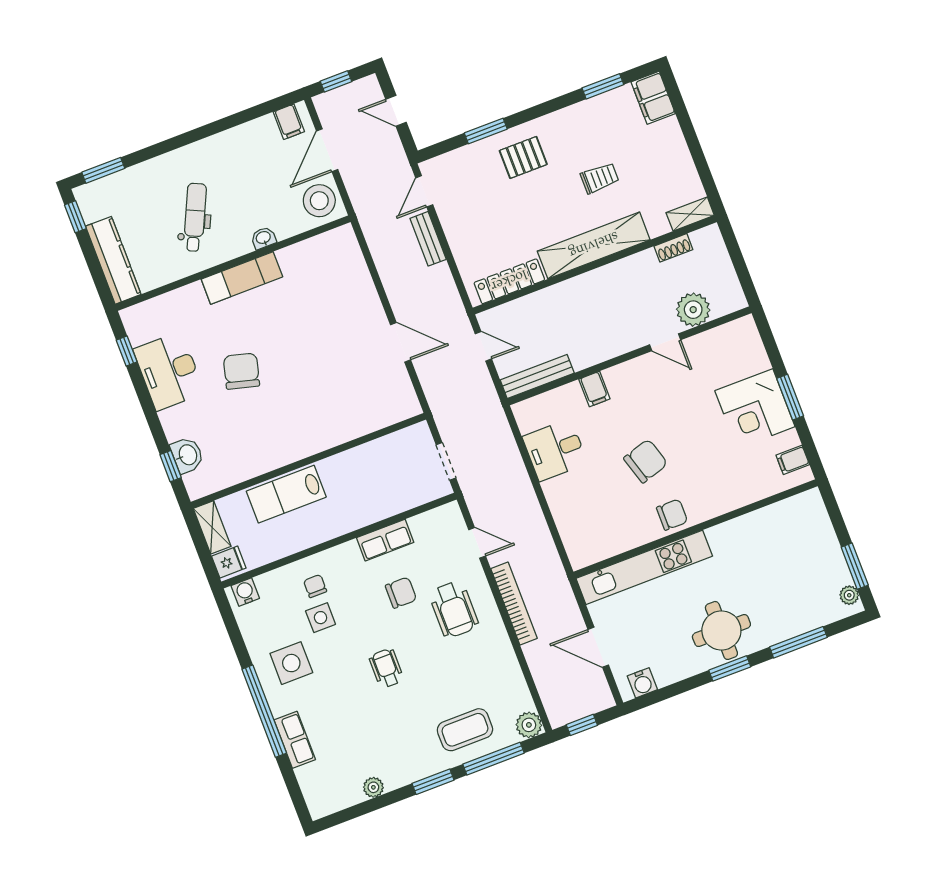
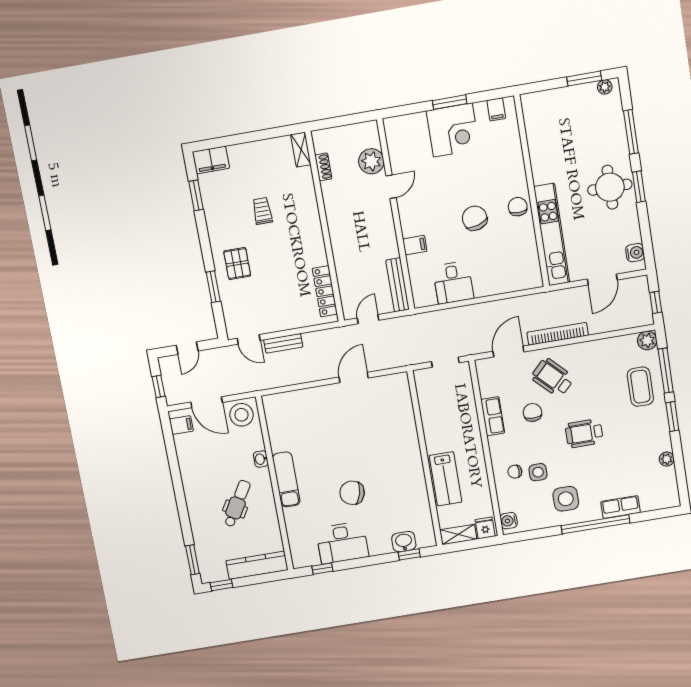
dental chair: (195, 217) -> (237, 504), turned 96
shelving: (594, 245) -> (311, 225), removed
door: (477, 543) -> (508, 352), width x1.38
wheelchair: (454, 609) -> (552, 378), turned -135
wheelchair: (386, 668) -> (584, 433), width x1.36, depth x1.37

